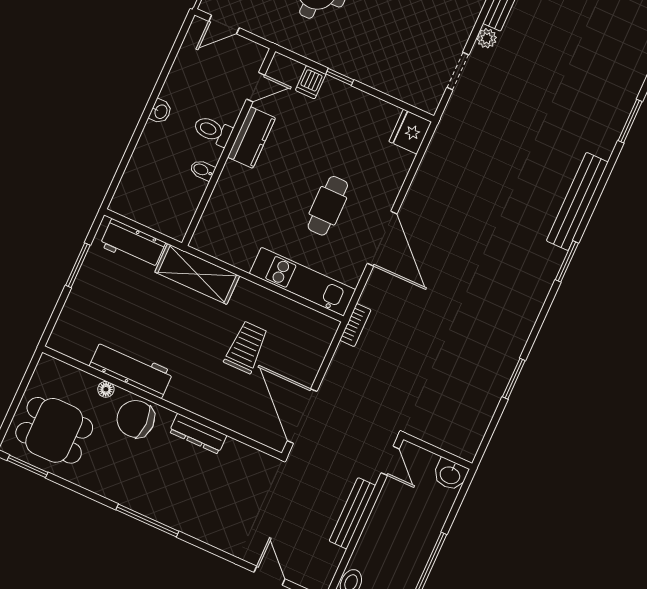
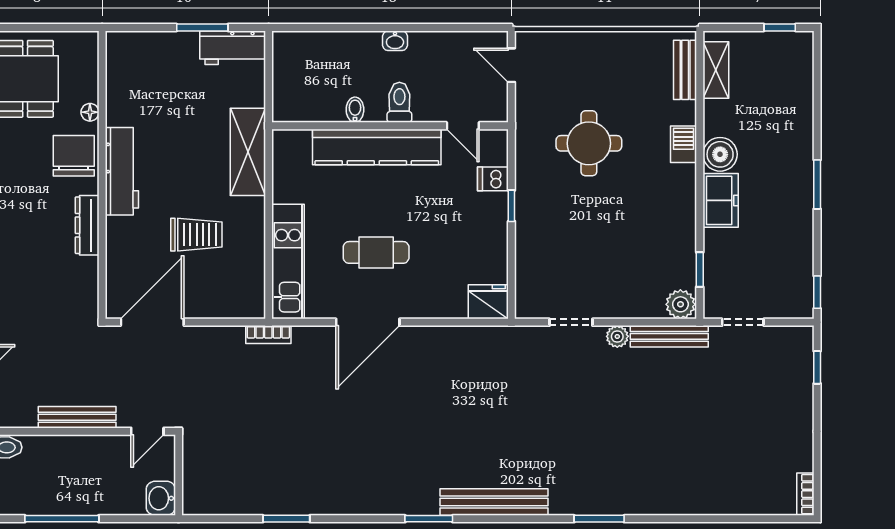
kitchen counter: (252, 137) -> (377, 147), width x2.08, depth x1.17
workbench: (133, 244) -> (233, 48), moved, turned -90
workbench: (131, 369) -> (122, 171), moved

